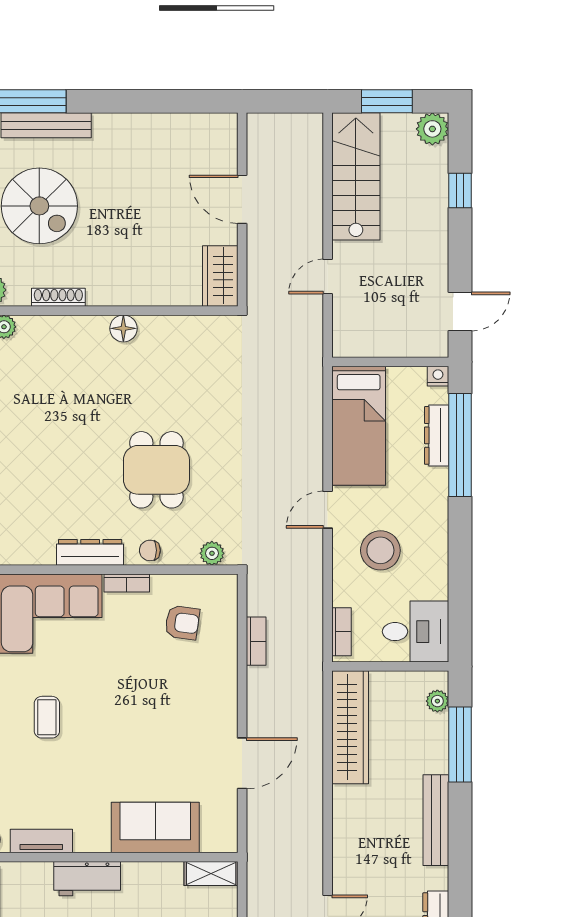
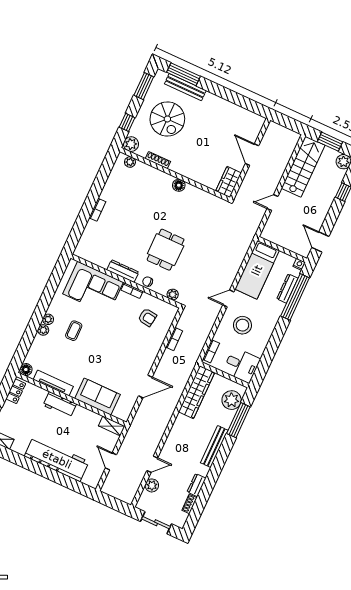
door: (460, 311) -> (320, 242), swing flipped
plant: (437, 701) -> (232, 400), width x1.88, depth x1.88
tv unit: (41, 841) -> (53, 383), width x1.41

